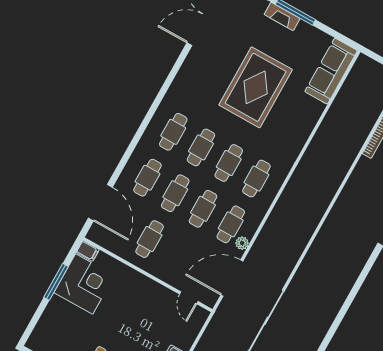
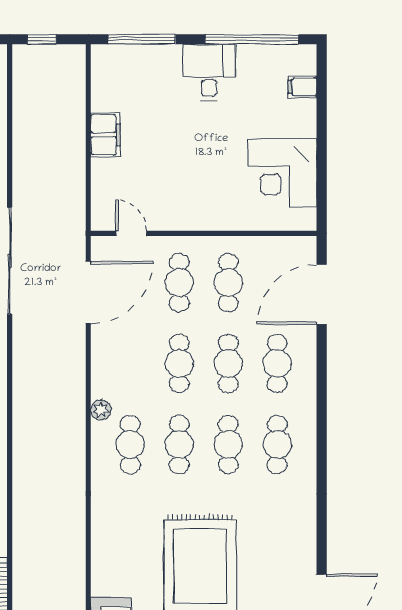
door: (100, 203) -> (322, 294), hinge flipped
cafe table: (231, 224) -> (179, 283), moved
plant: (242, 243) -> (101, 410), moved
filing cabinet: (88, 251) -> (302, 87), moved
window: (56, 282) -> (322, 155), removed

